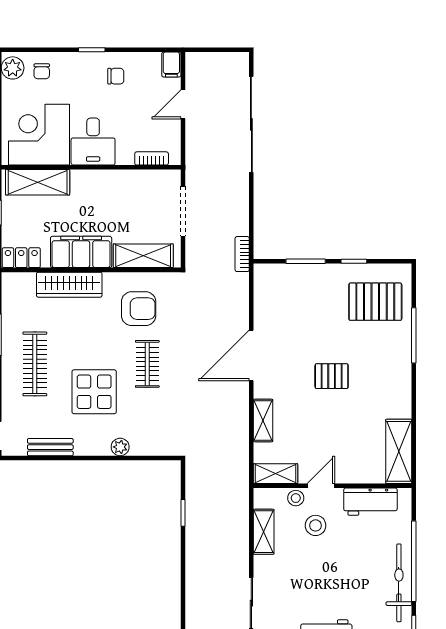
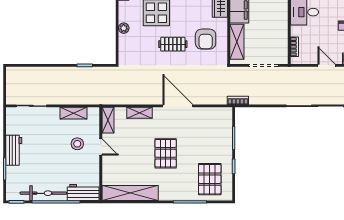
pallet: (332, 376) -> (166, 153), width x1.50, depth x1.42
shelving: (399, 451) -> (130, 193), width x1.47
stool: (296, 498) -> (93, 132), removed
workbench: (370, 502) -> (83, 193), moved, turned 90

